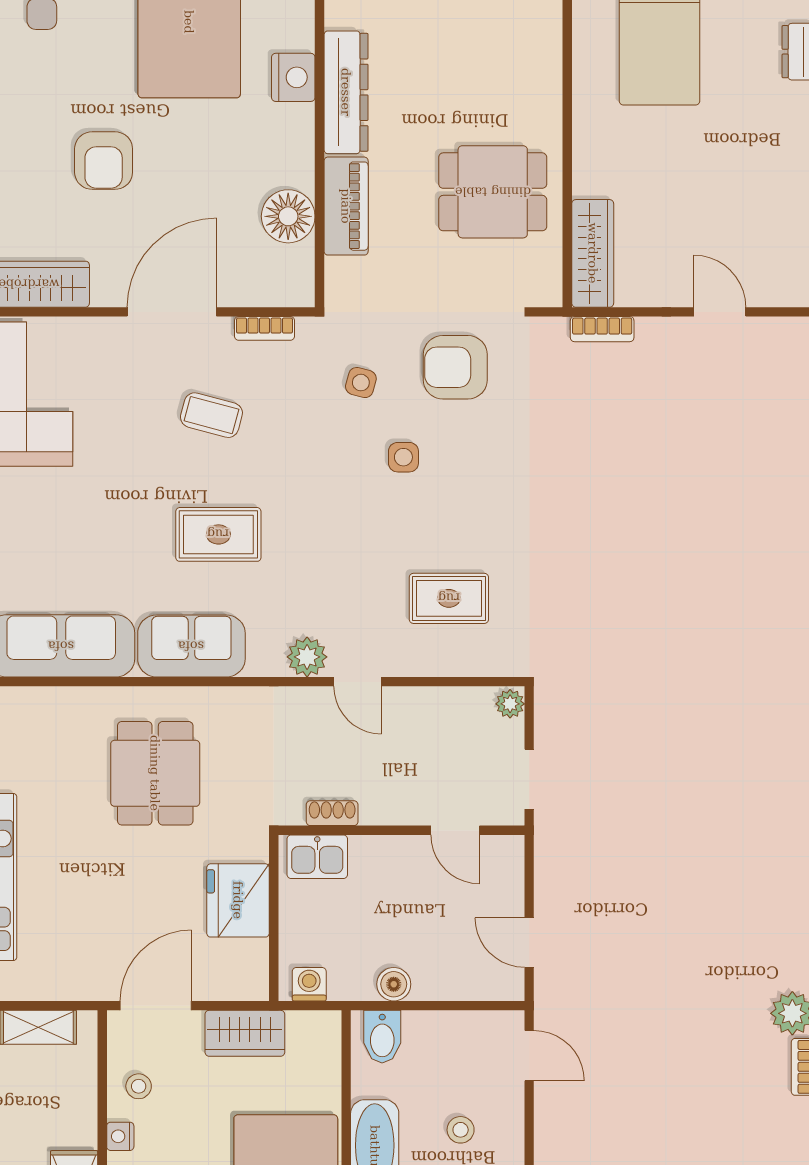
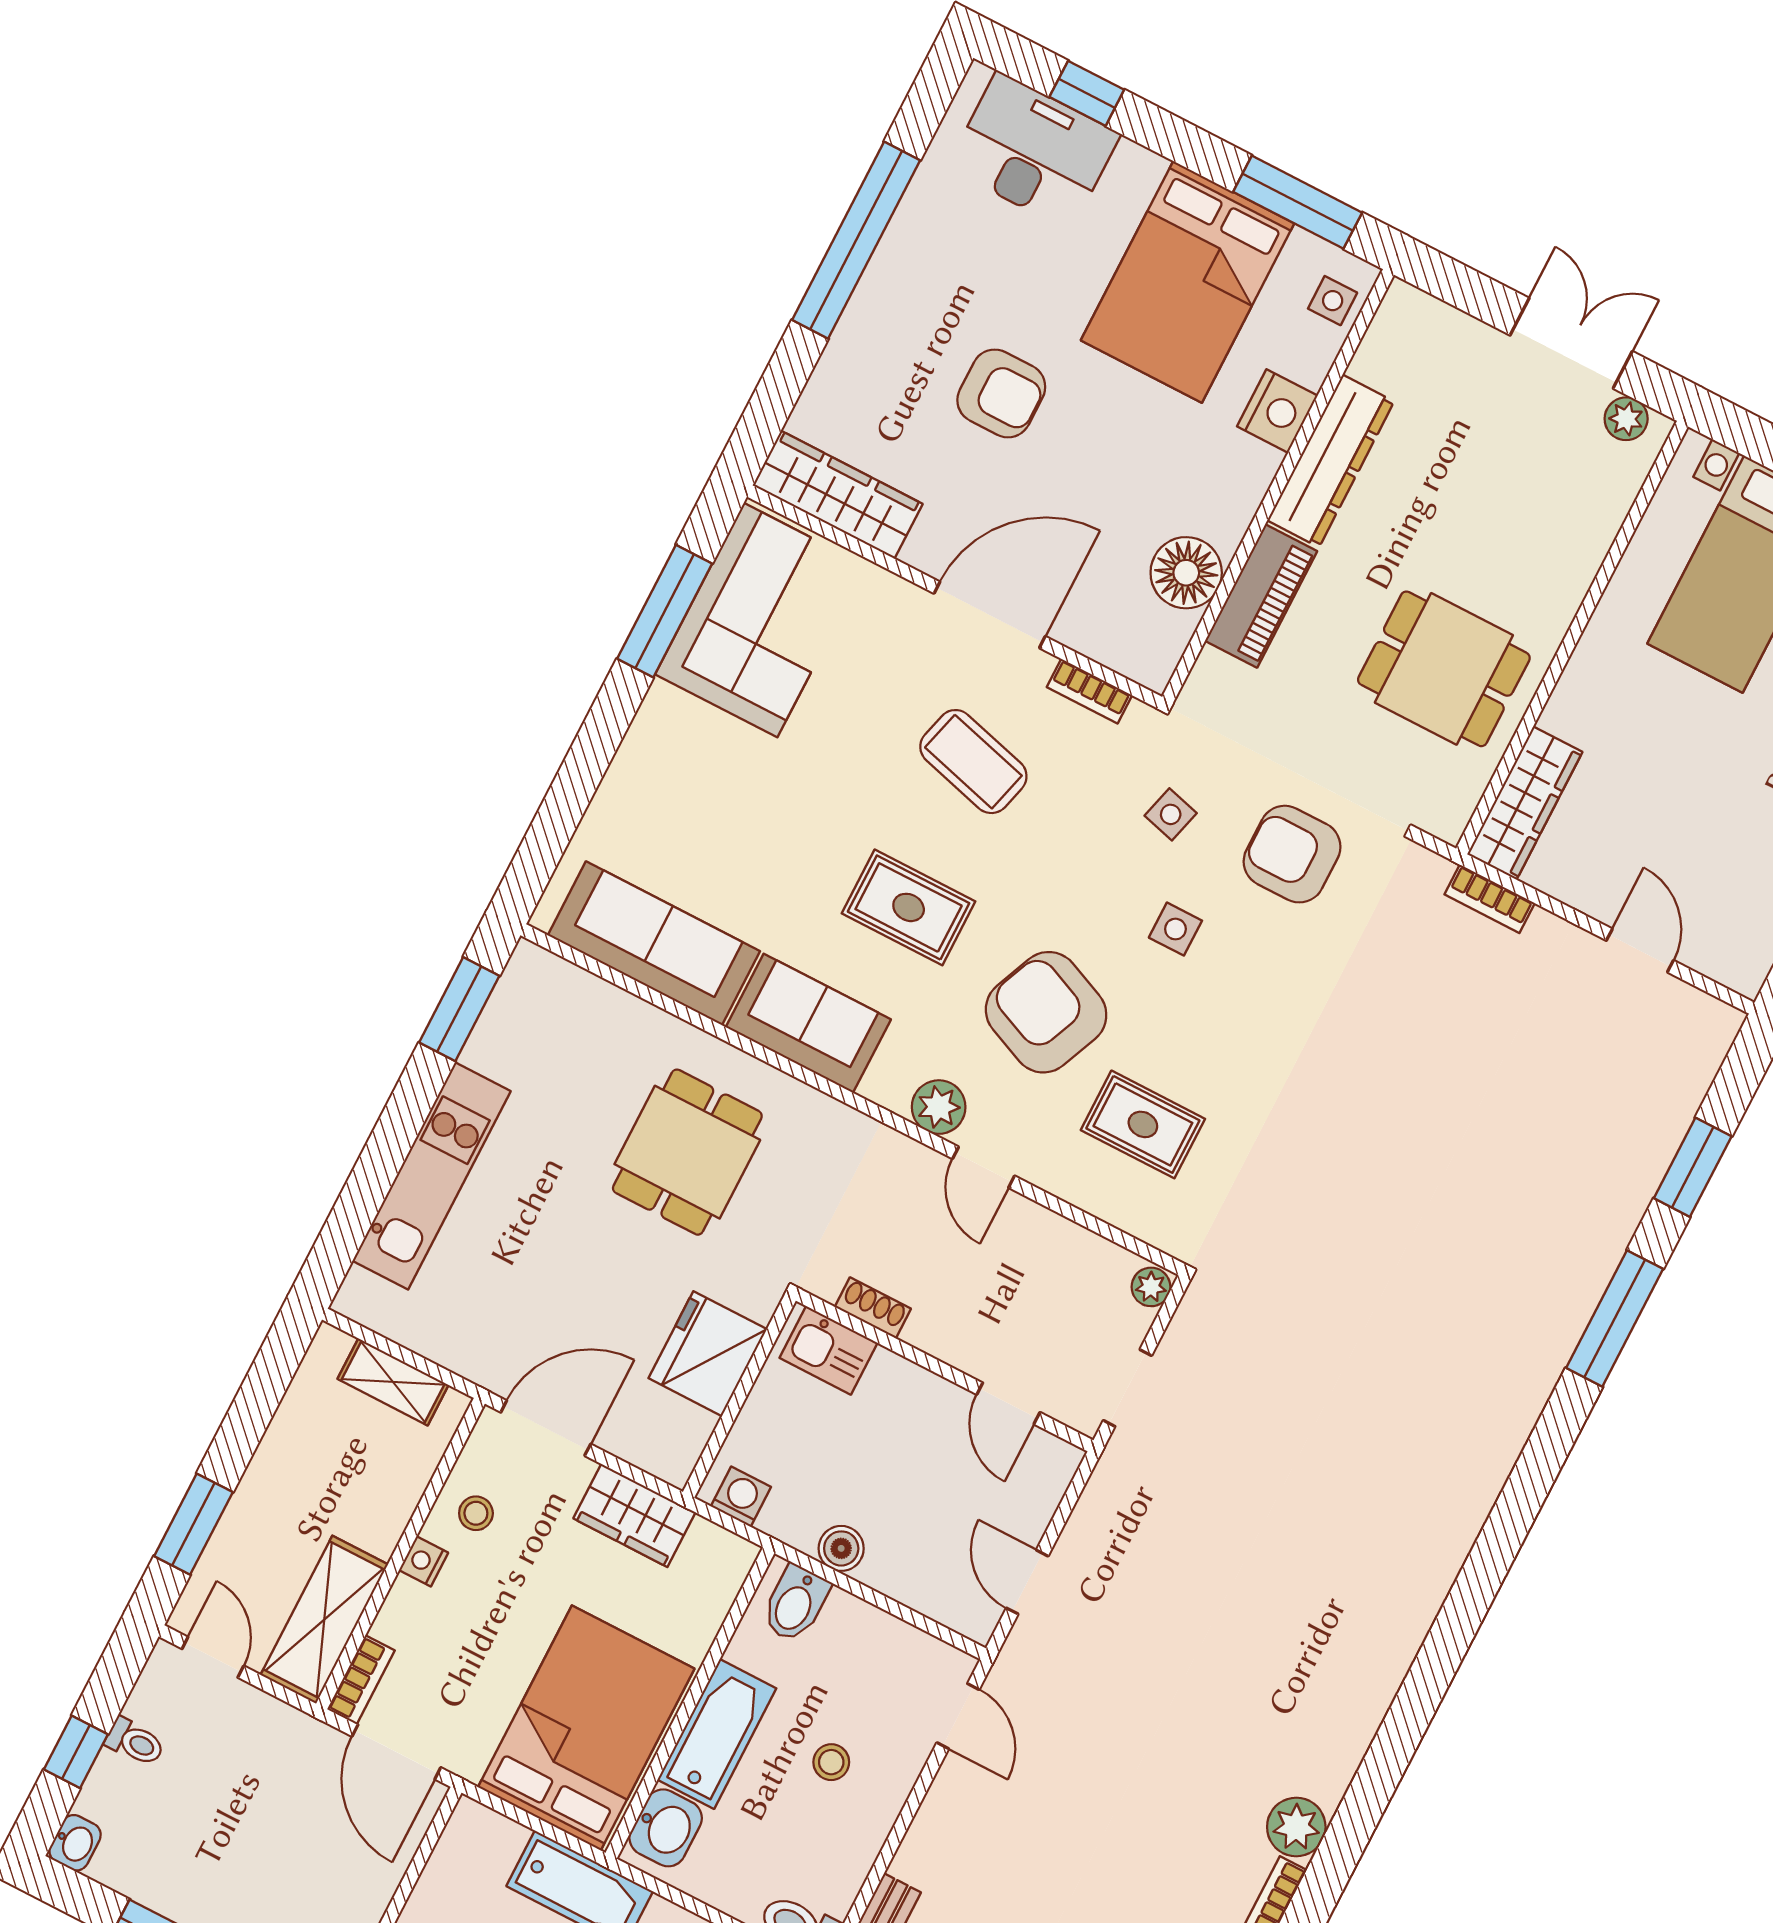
armchair: (104, 161) -> (1001, 393), turned -90
coffee table: (211, 415) -> (973, 762), width x1.36, depth x1.30
armchair: (346, 557) -> (1046, 1012), added

